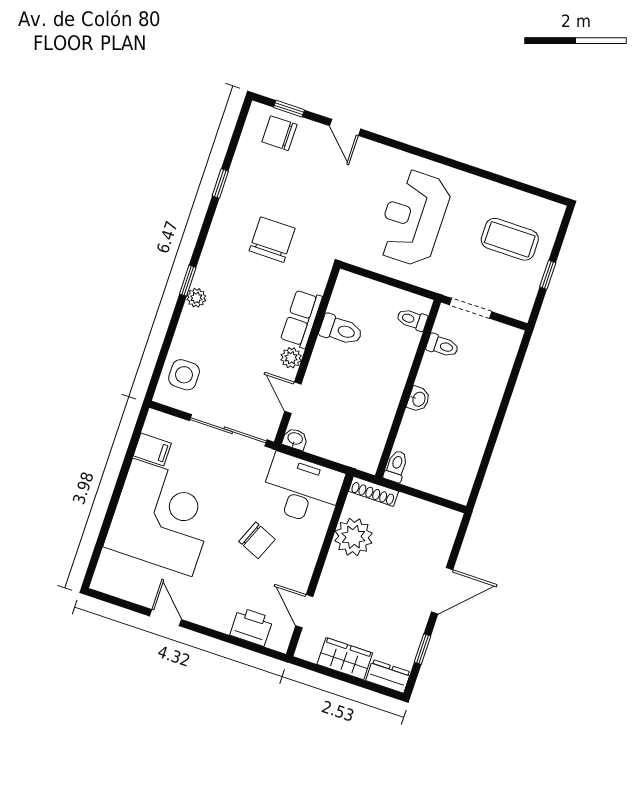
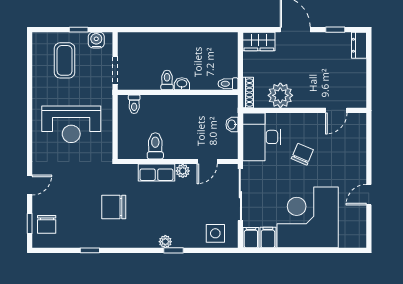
window: (188, 281) -> (173, 250), moved
water cooler: (524, 296) -> (96, 40), added
toilet: (442, 346) -> (167, 80), moved
filing cabinet: (160, 425) -> (251, 238), added
washbasin: (295, 439) -> (232, 125), moved
printer: (252, 627) -> (357, 140), removed
wardrobe: (345, 659) -> (259, 41), moved, turned -90

